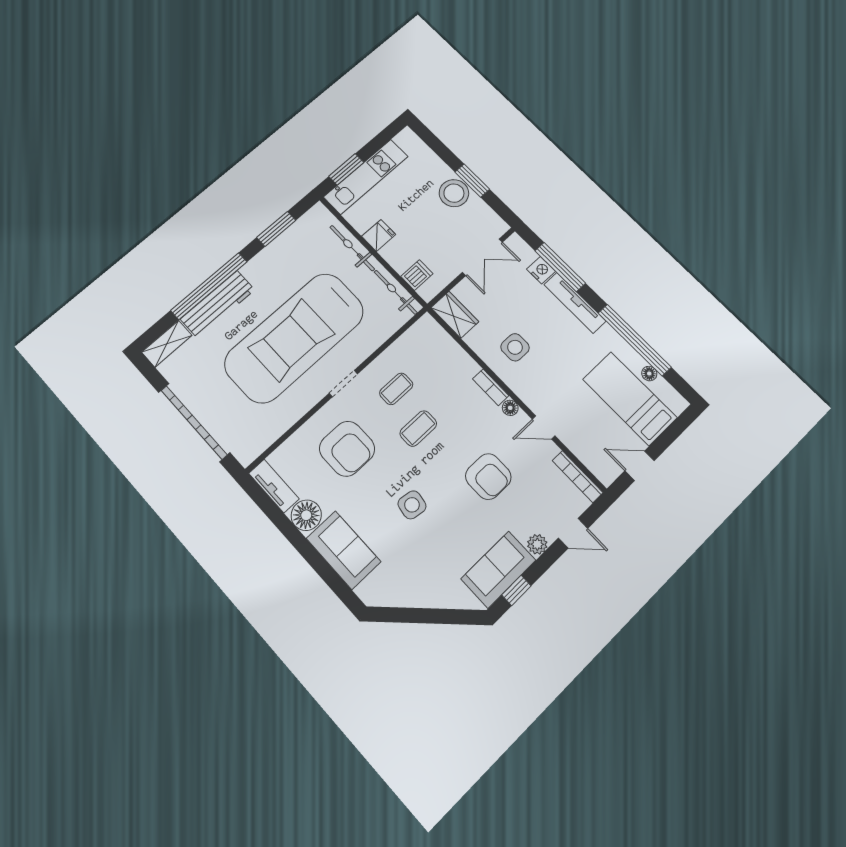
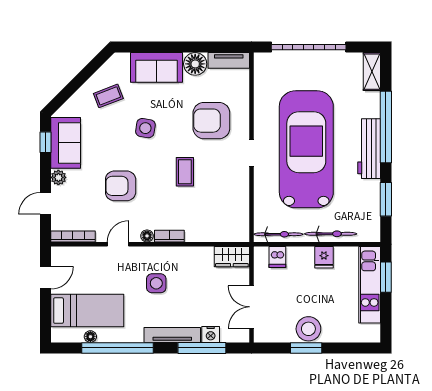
workbench: (218, 304) -> (369, 149), moved
side table: (515, 347) -> (156, 283), moved
coffee table: (396, 389) -> (108, 96), moved, turned 69

